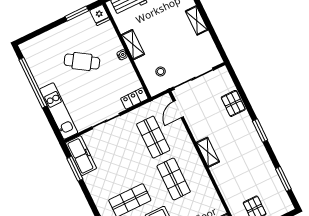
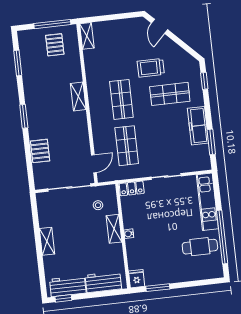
shelving: (133, 45) -> (114, 229), moved
cafe table: (82, 61) -> (200, 247), moved, turned -33
shelving: (208, 152) -> (78, 96), moved
freezer: (81, 156) -> (198, 126), moved

